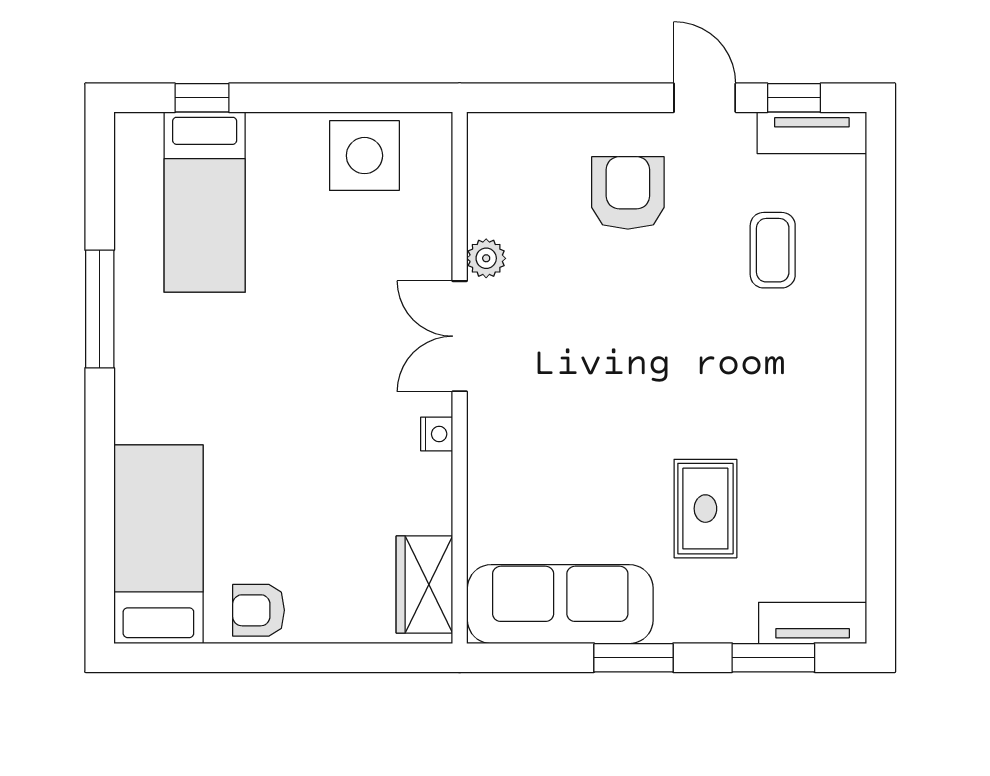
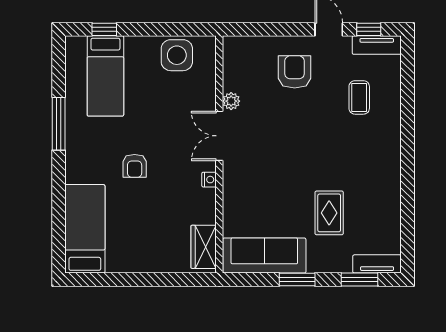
armchair: (259, 610) -> (135, 166), moved, turned -90

